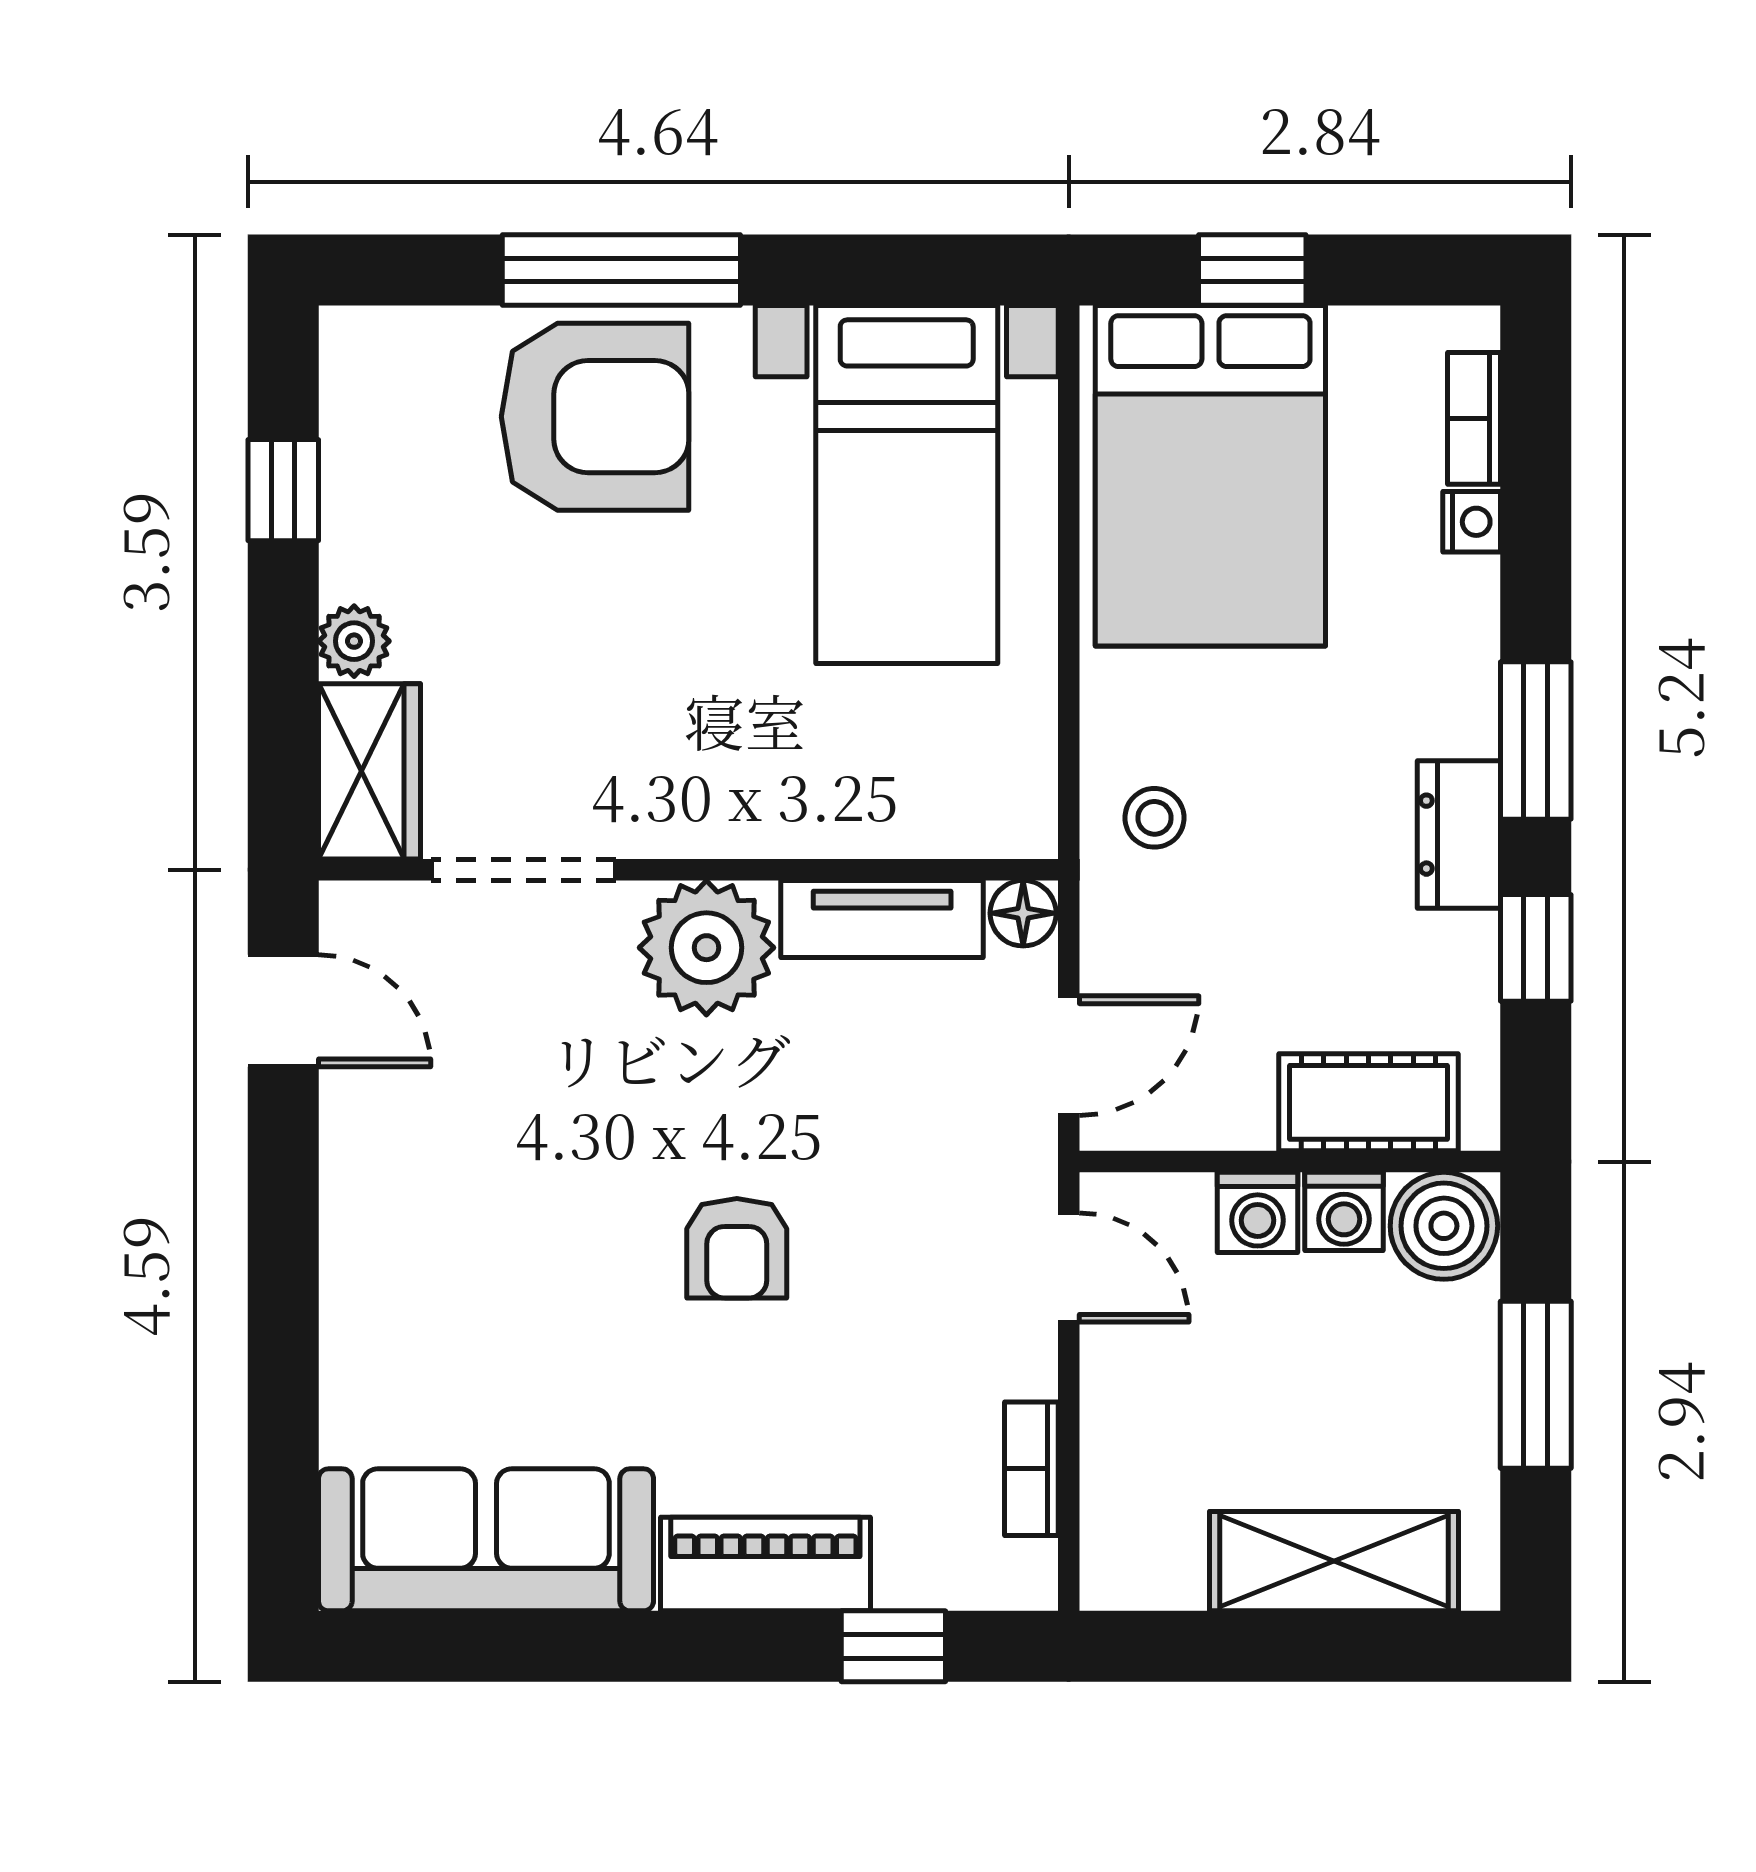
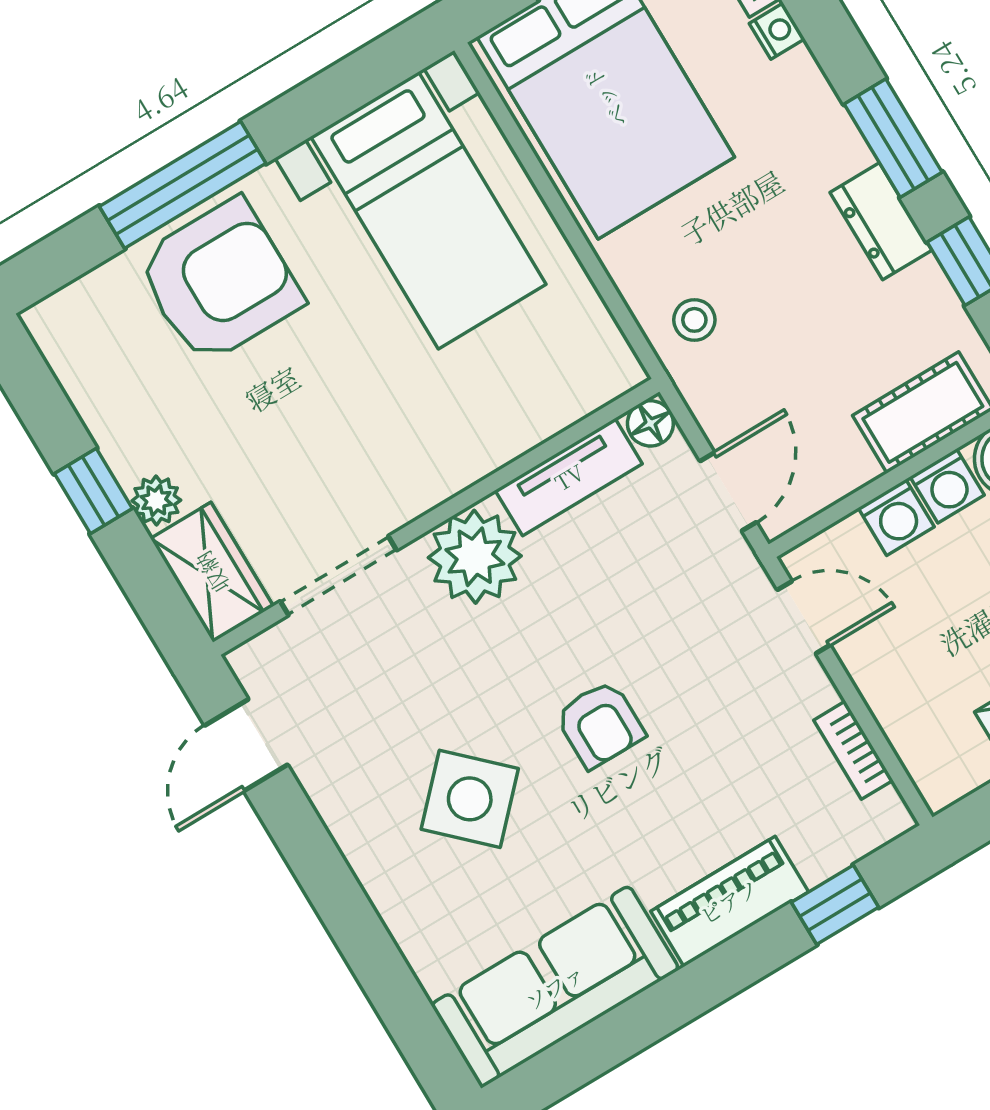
window: (283, 490) -> (93, 491), moved
door: (283, 1011) -> (246, 745), swing flipped
side table: (520, 1244) -> (470, 799), added

